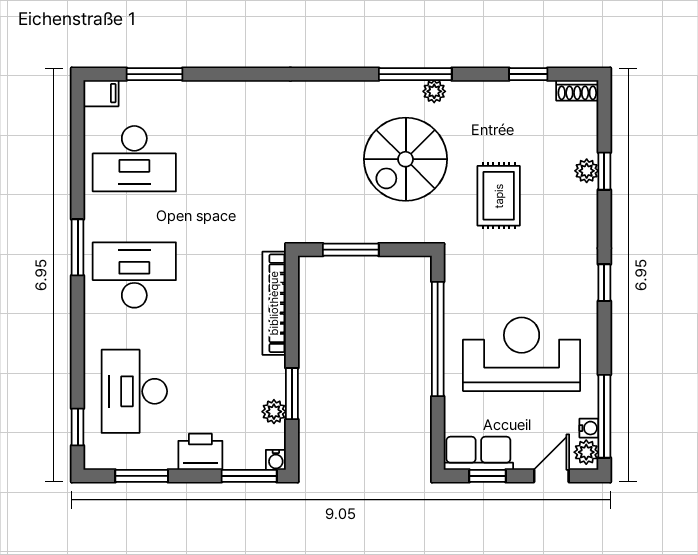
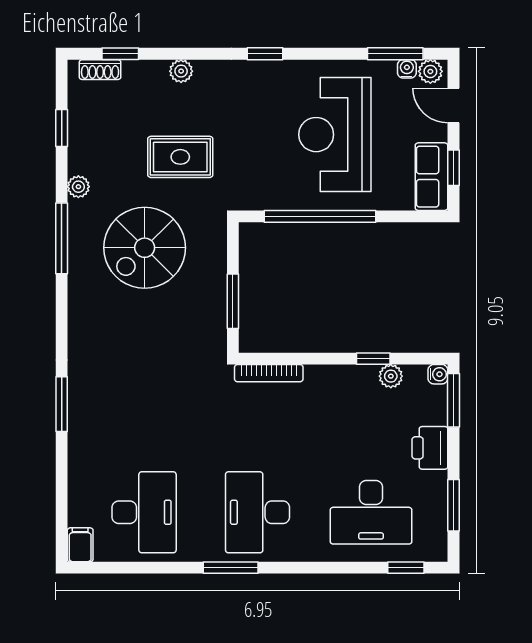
window: (155, 74) -> (62, 404), moved
shoe rack: (577, 90) -> (100, 70), moved, turned 90
plant: (434, 91) -> (78, 187), moved
spiral stairs: (406, 159) -> (145, 248), turned 90
plant: (587, 171) -> (181, 71), moved
window: (604, 171) -> (120, 54), moved
bookcase: (274, 303) -> (269, 373), width x0.68, depth x0.76
window: (292, 394) -> (373, 359), width x0.67
window: (604, 416) -> (395, 54), width x0.69

